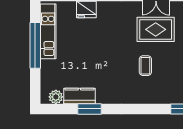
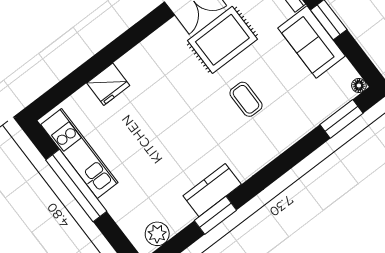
kitchen counter: (79, 96) -> (212, 190), moved

